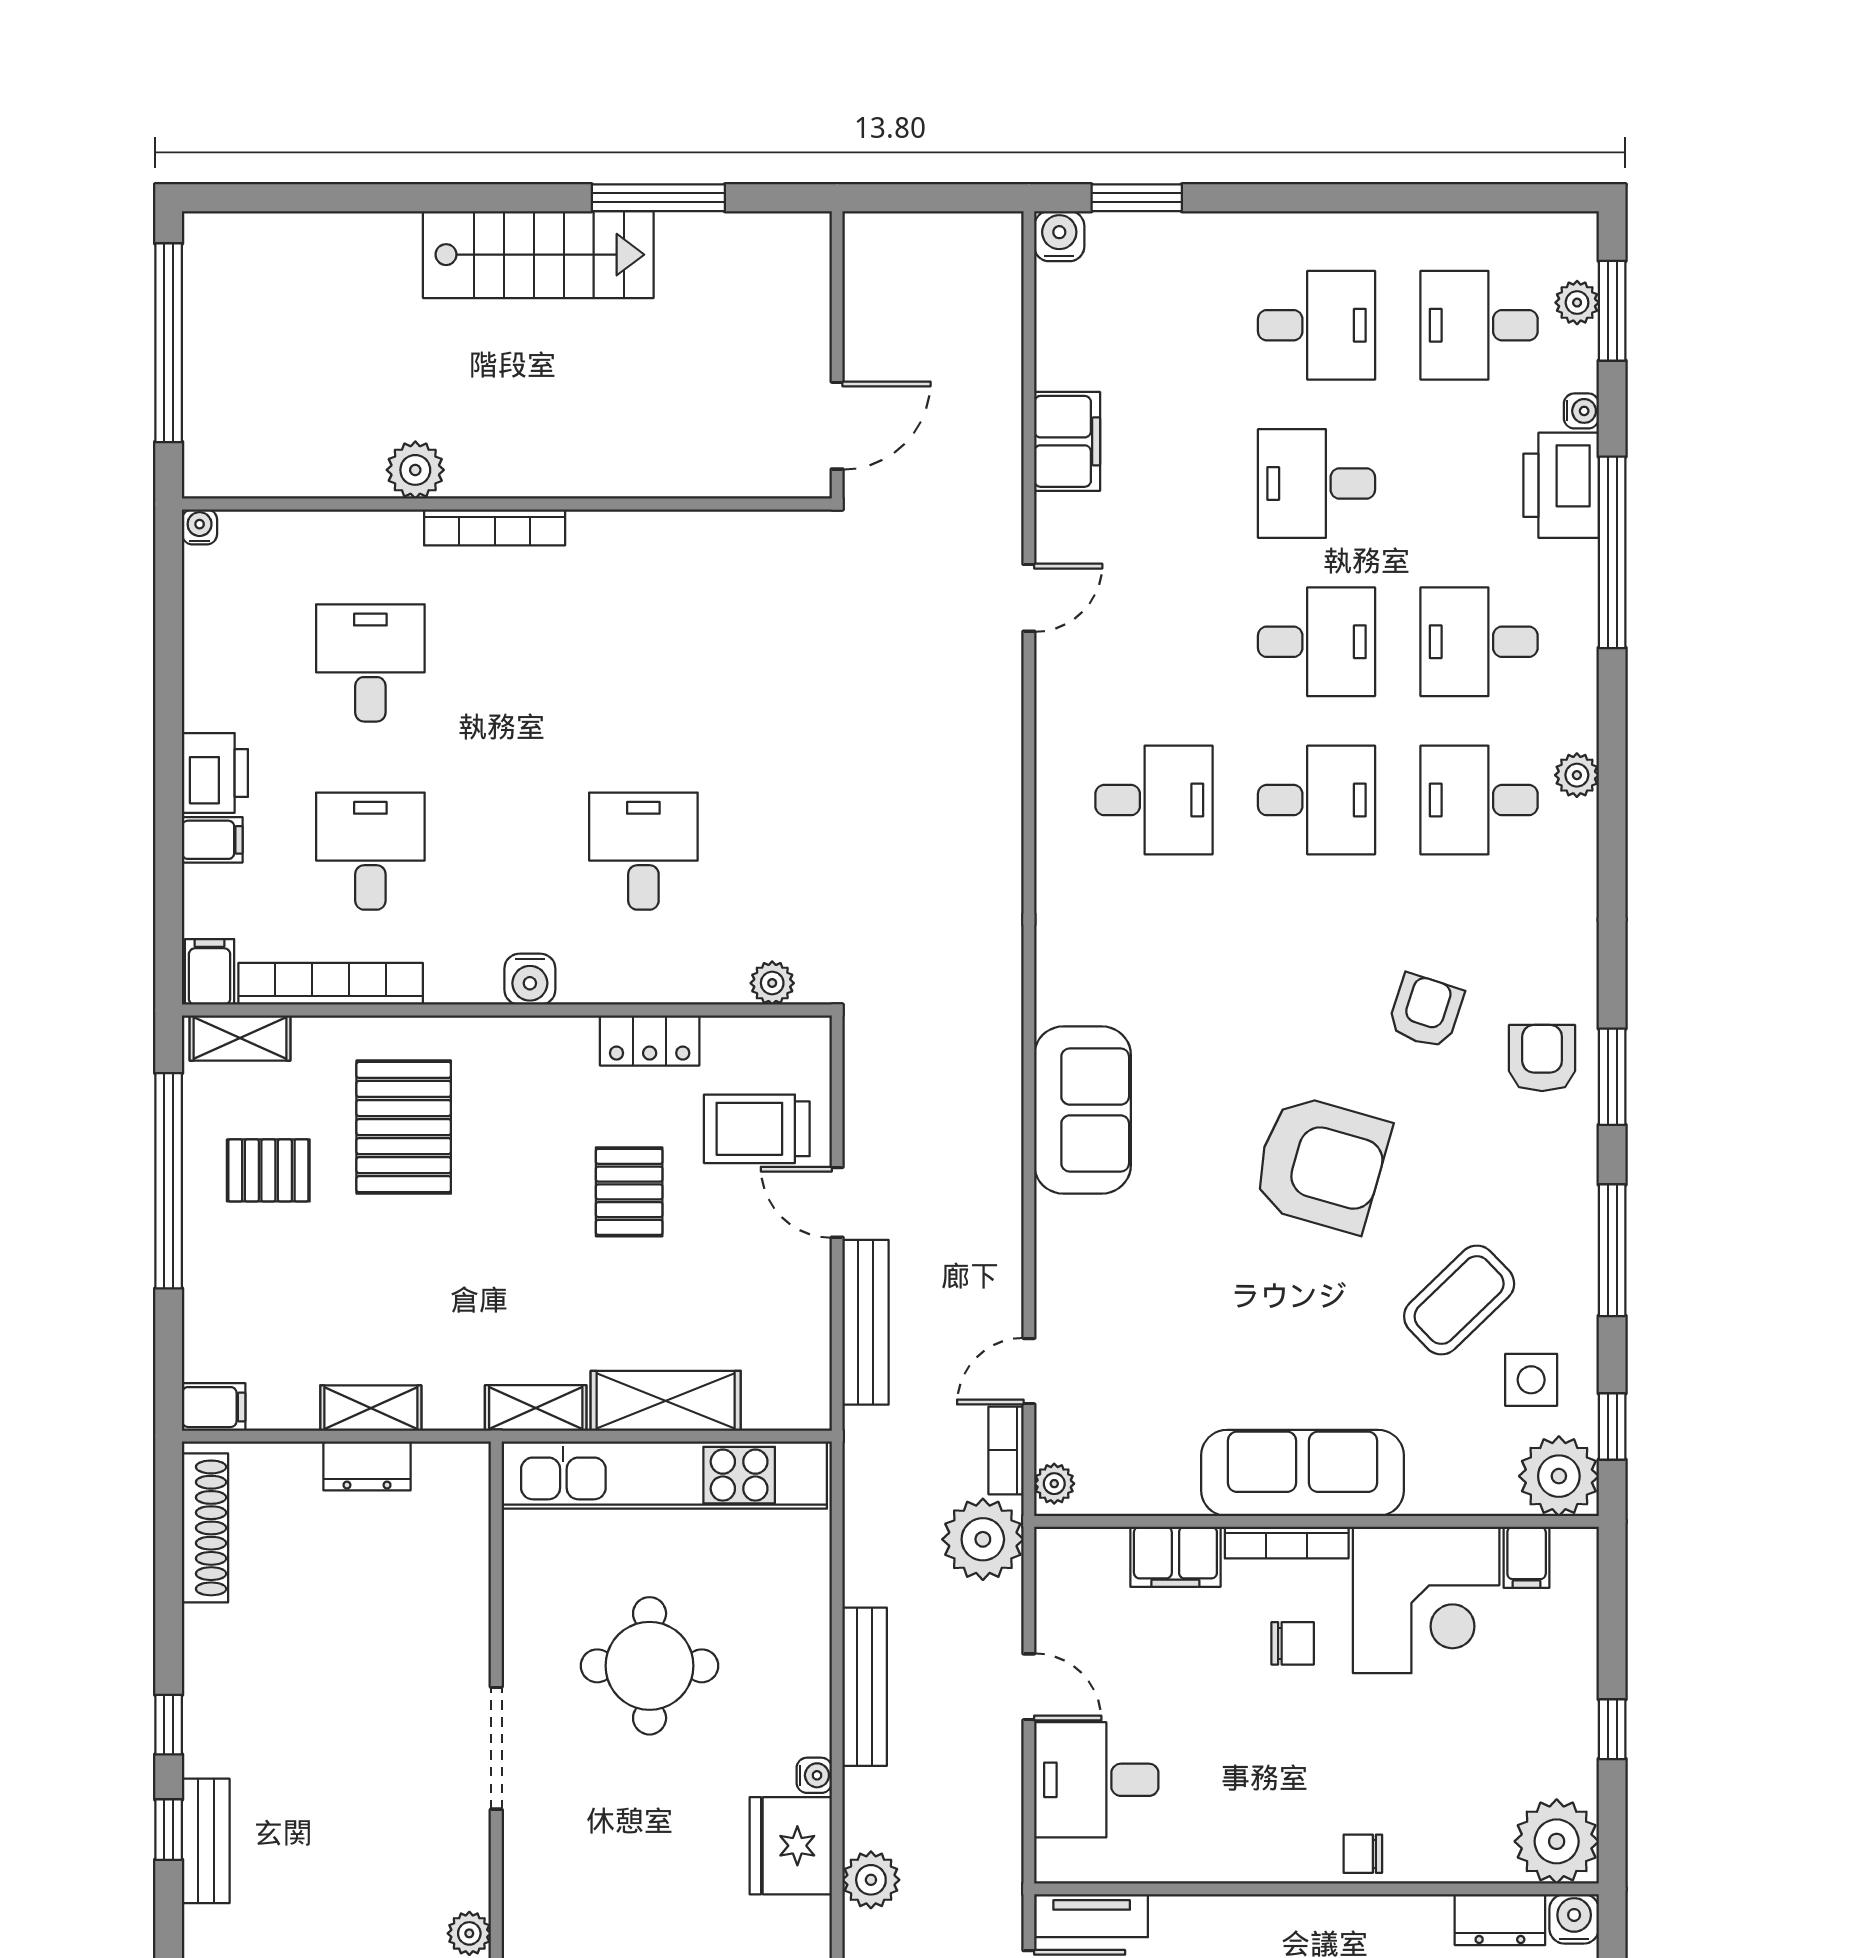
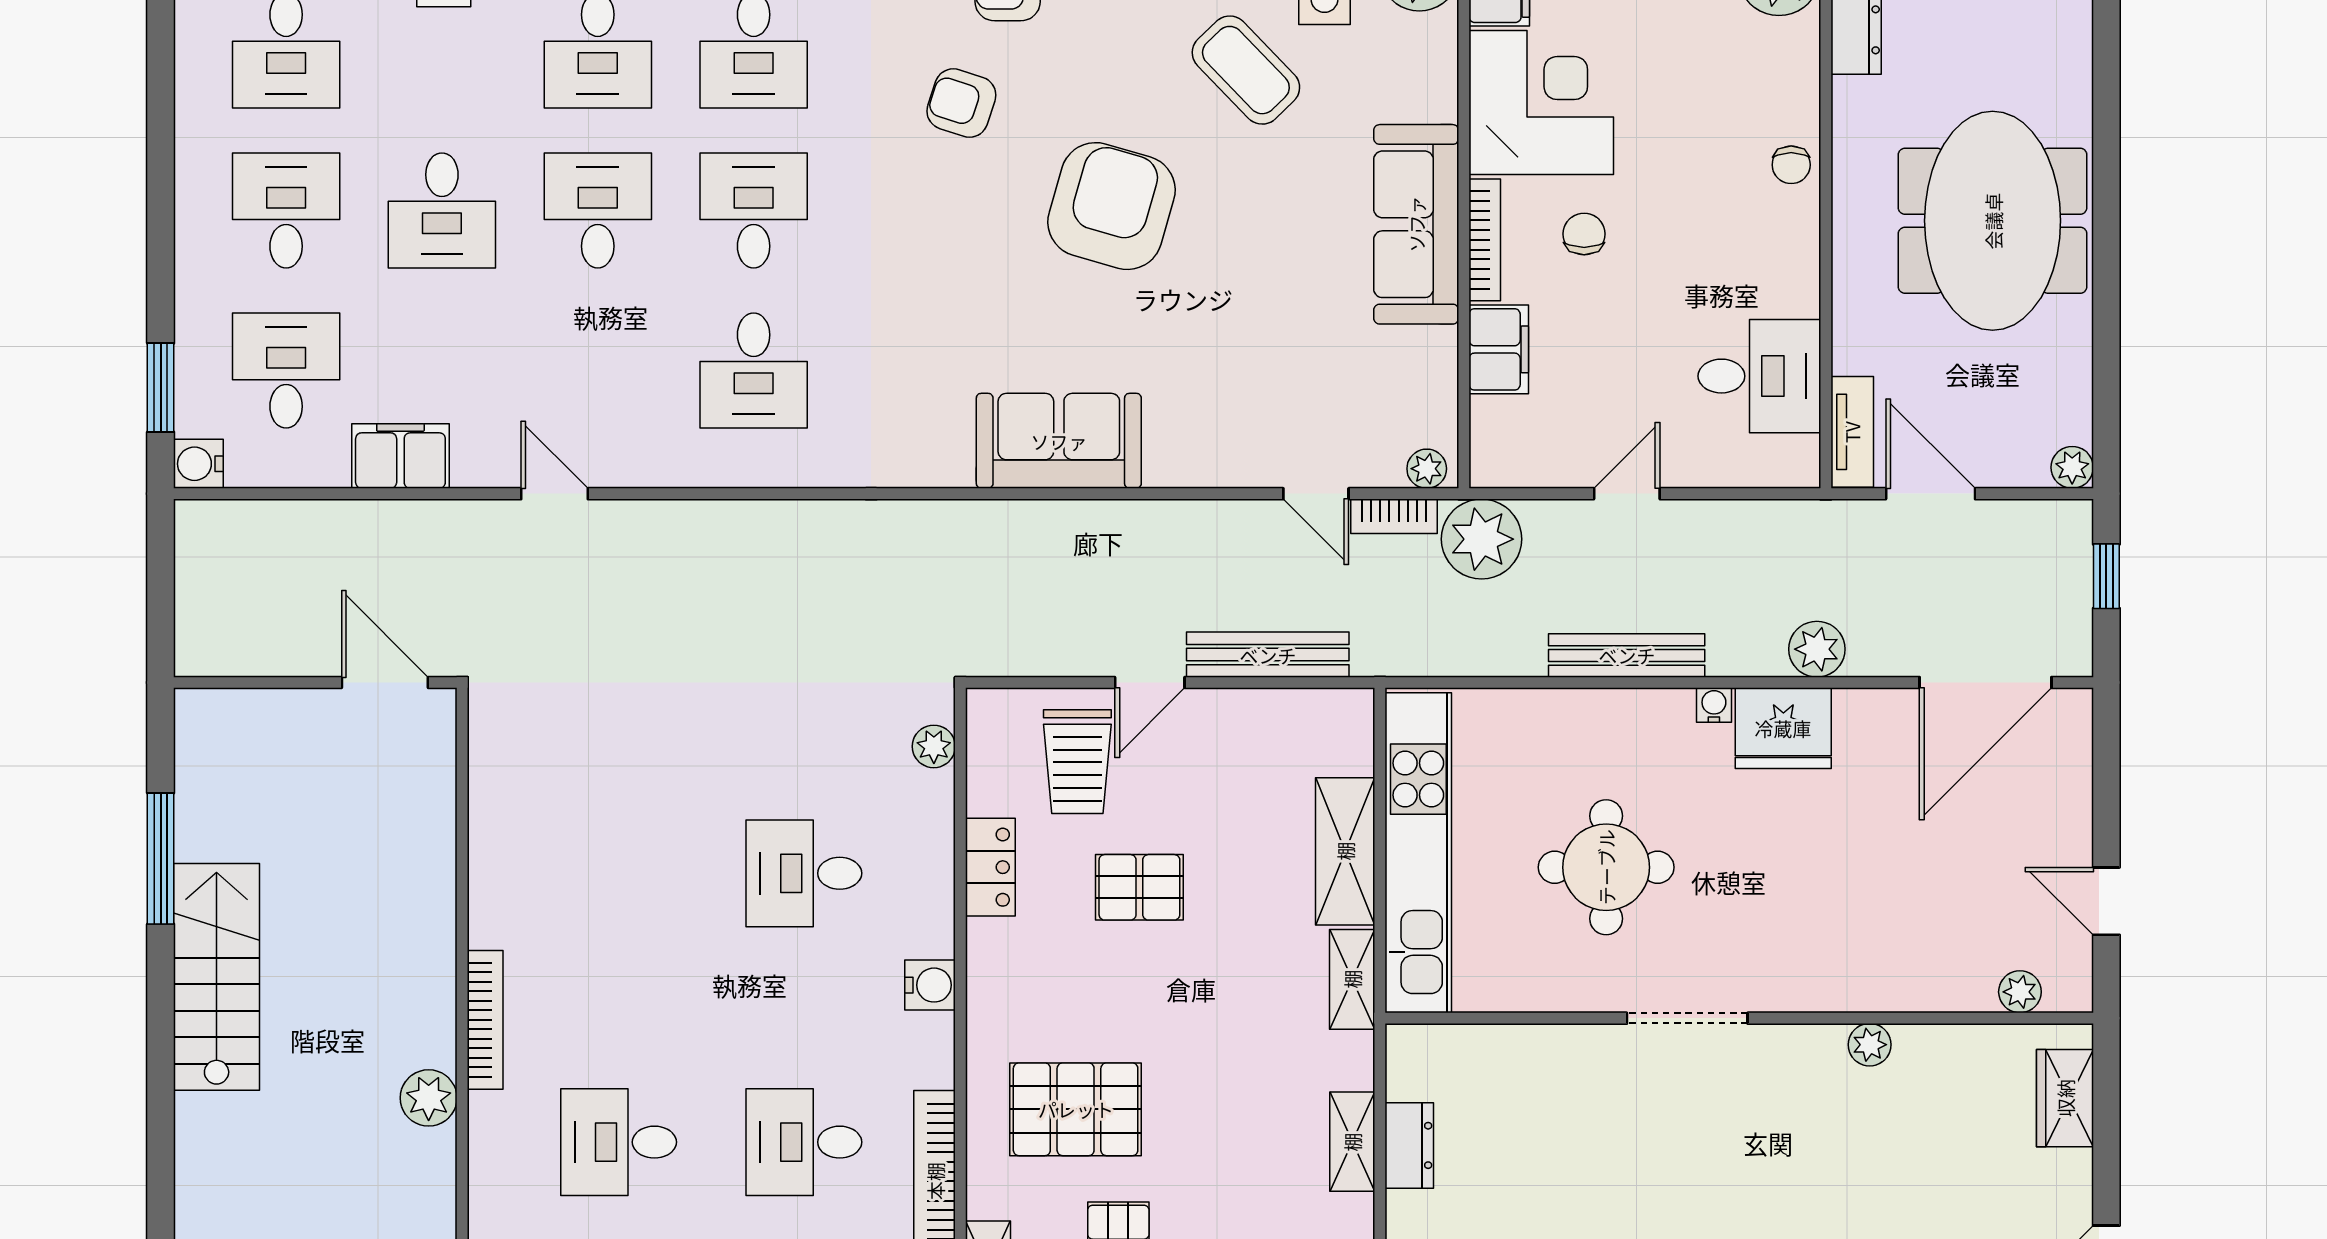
desk: (1154, 325) -> (286, 371), added
desk: (1154, 800) -> (754, 371), turned 180
desk: (1096, 1780) -> (1759, 376), moved, turned -90

